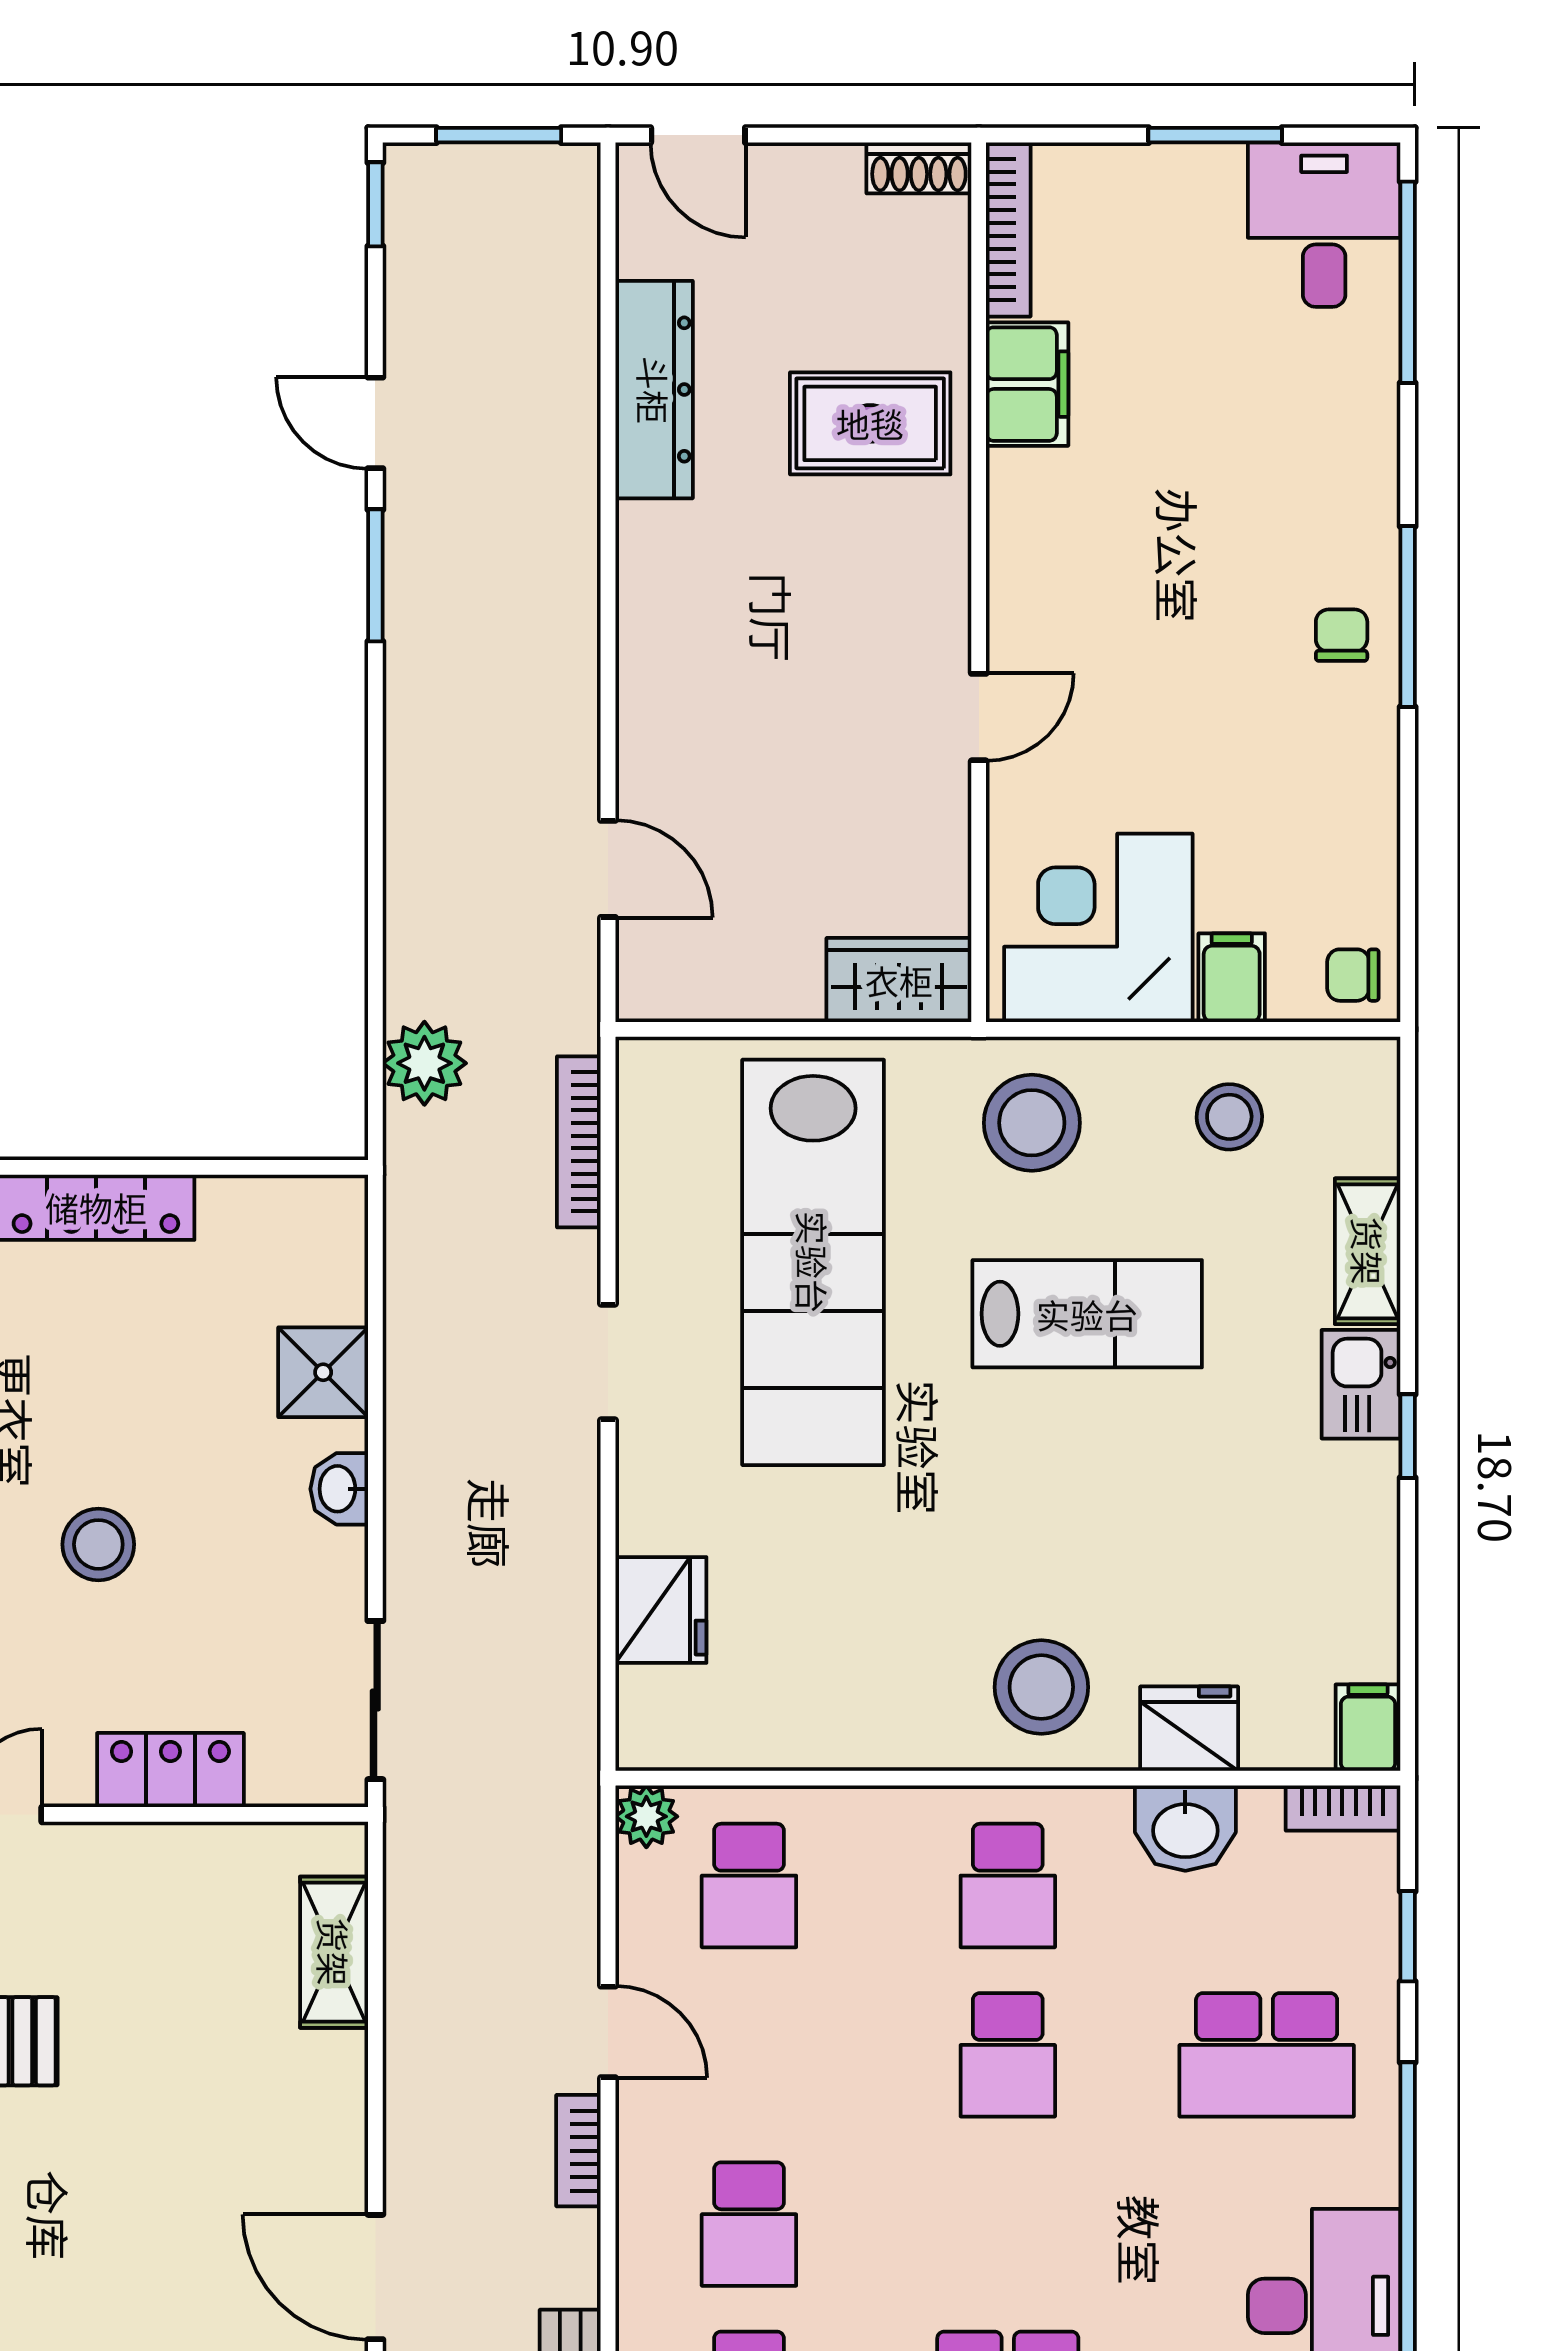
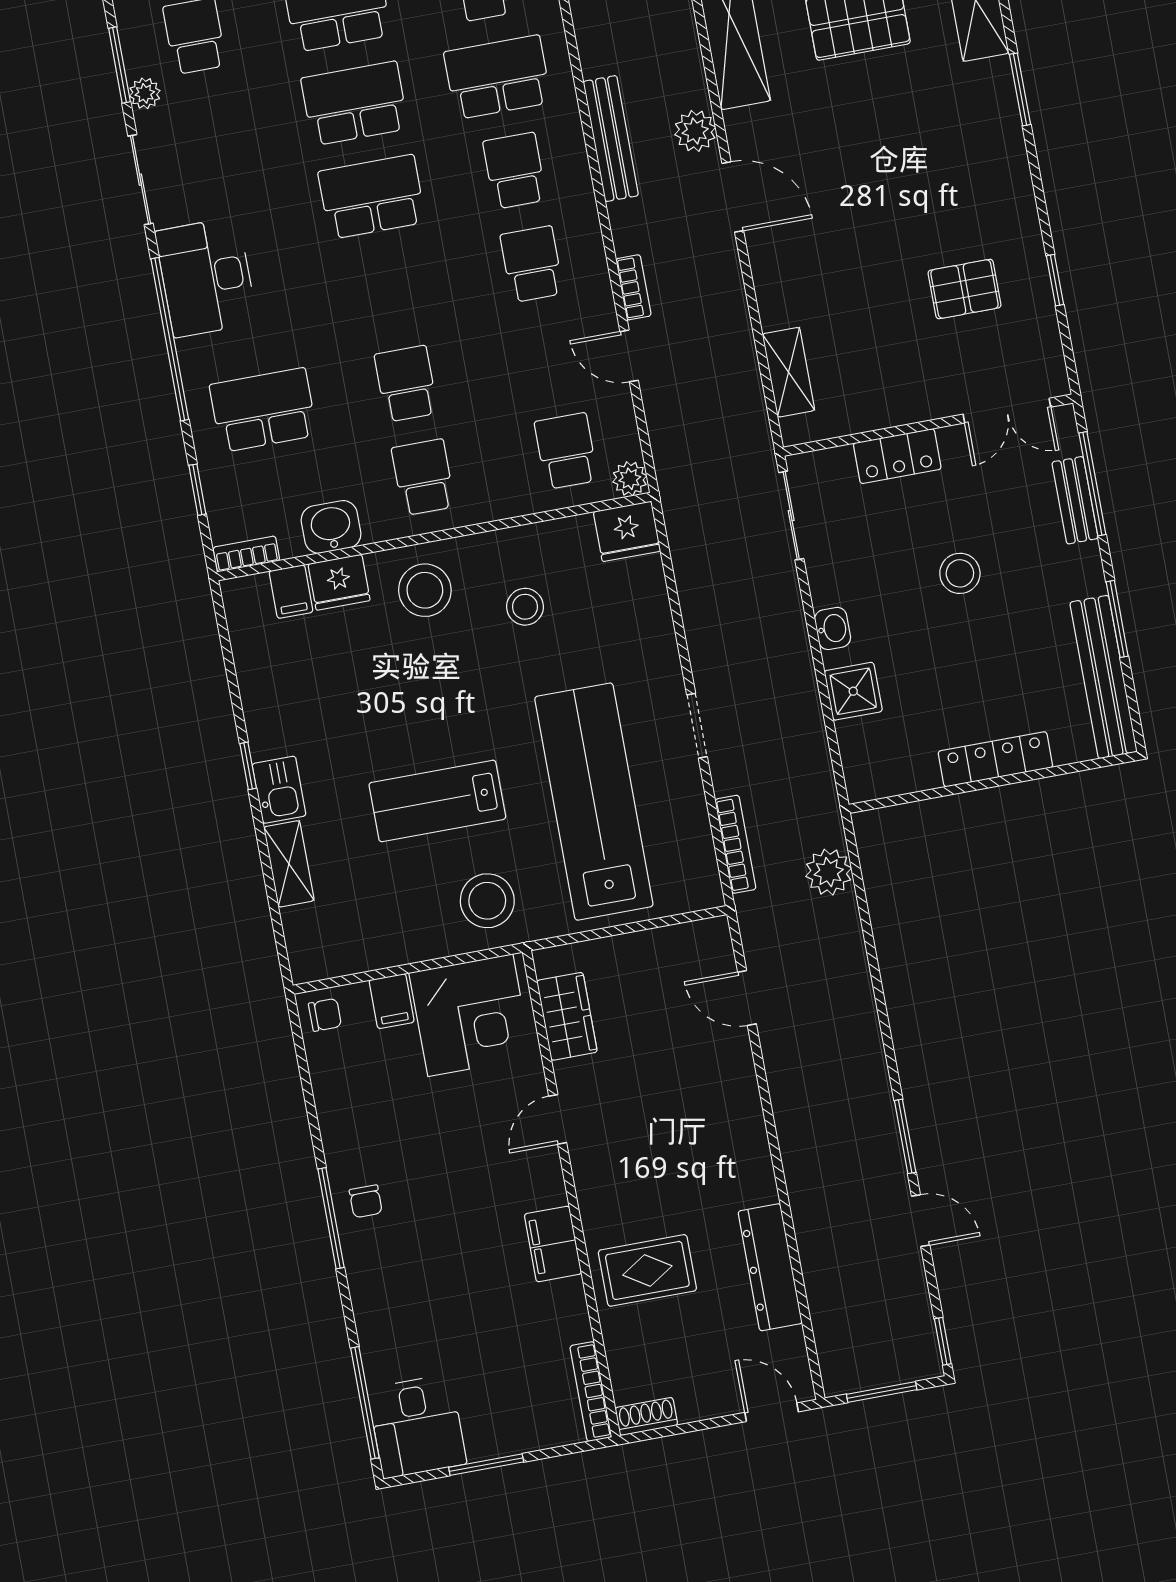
filing cabinet: (1027, 384) -> (553, 1244), moved
wardrobe: (899, 980) -> (567, 1016), moved, turned -90
stool: (1229, 1117) -> (525, 607), moved
fridge: (661, 1610) -> (627, 531), moved, turned -90
filing cabinet: (1368, 1728) -> (291, 592), moved

